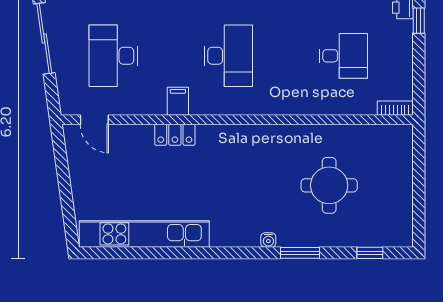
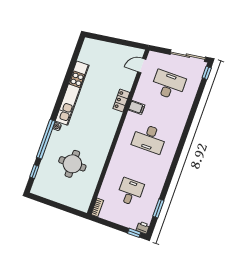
desk: (343, 56) -> (130, 192), turned 180
kitchen unit: (144, 234) -> (72, 93), moved
window: (300, 253) -> (46, 139), width x2.11

